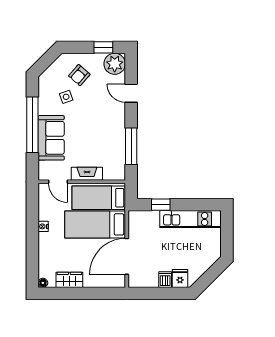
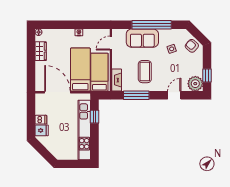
armchair: (79, 75) -> (192, 46), moved
coffee table: (98, 134) -> (145, 72), added
fireplace: (87, 174) -> (117, 80), moved
kitchen unit: (191, 219) -> (84, 130), width x1.36

